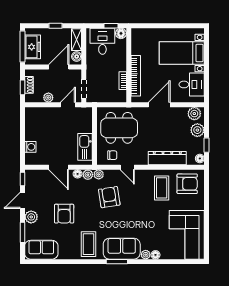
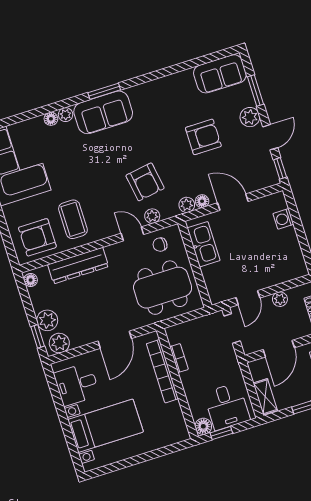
boiler: (77, 56) -> (257, 372), removed
window: (207, 145) -> (38, 336), moved
plant: (99, 174) -> (152, 216), moved
armchair: (64, 214) -> (203, 137), turned 90
coffee table: (88, 244) -> (154, 104), removed

